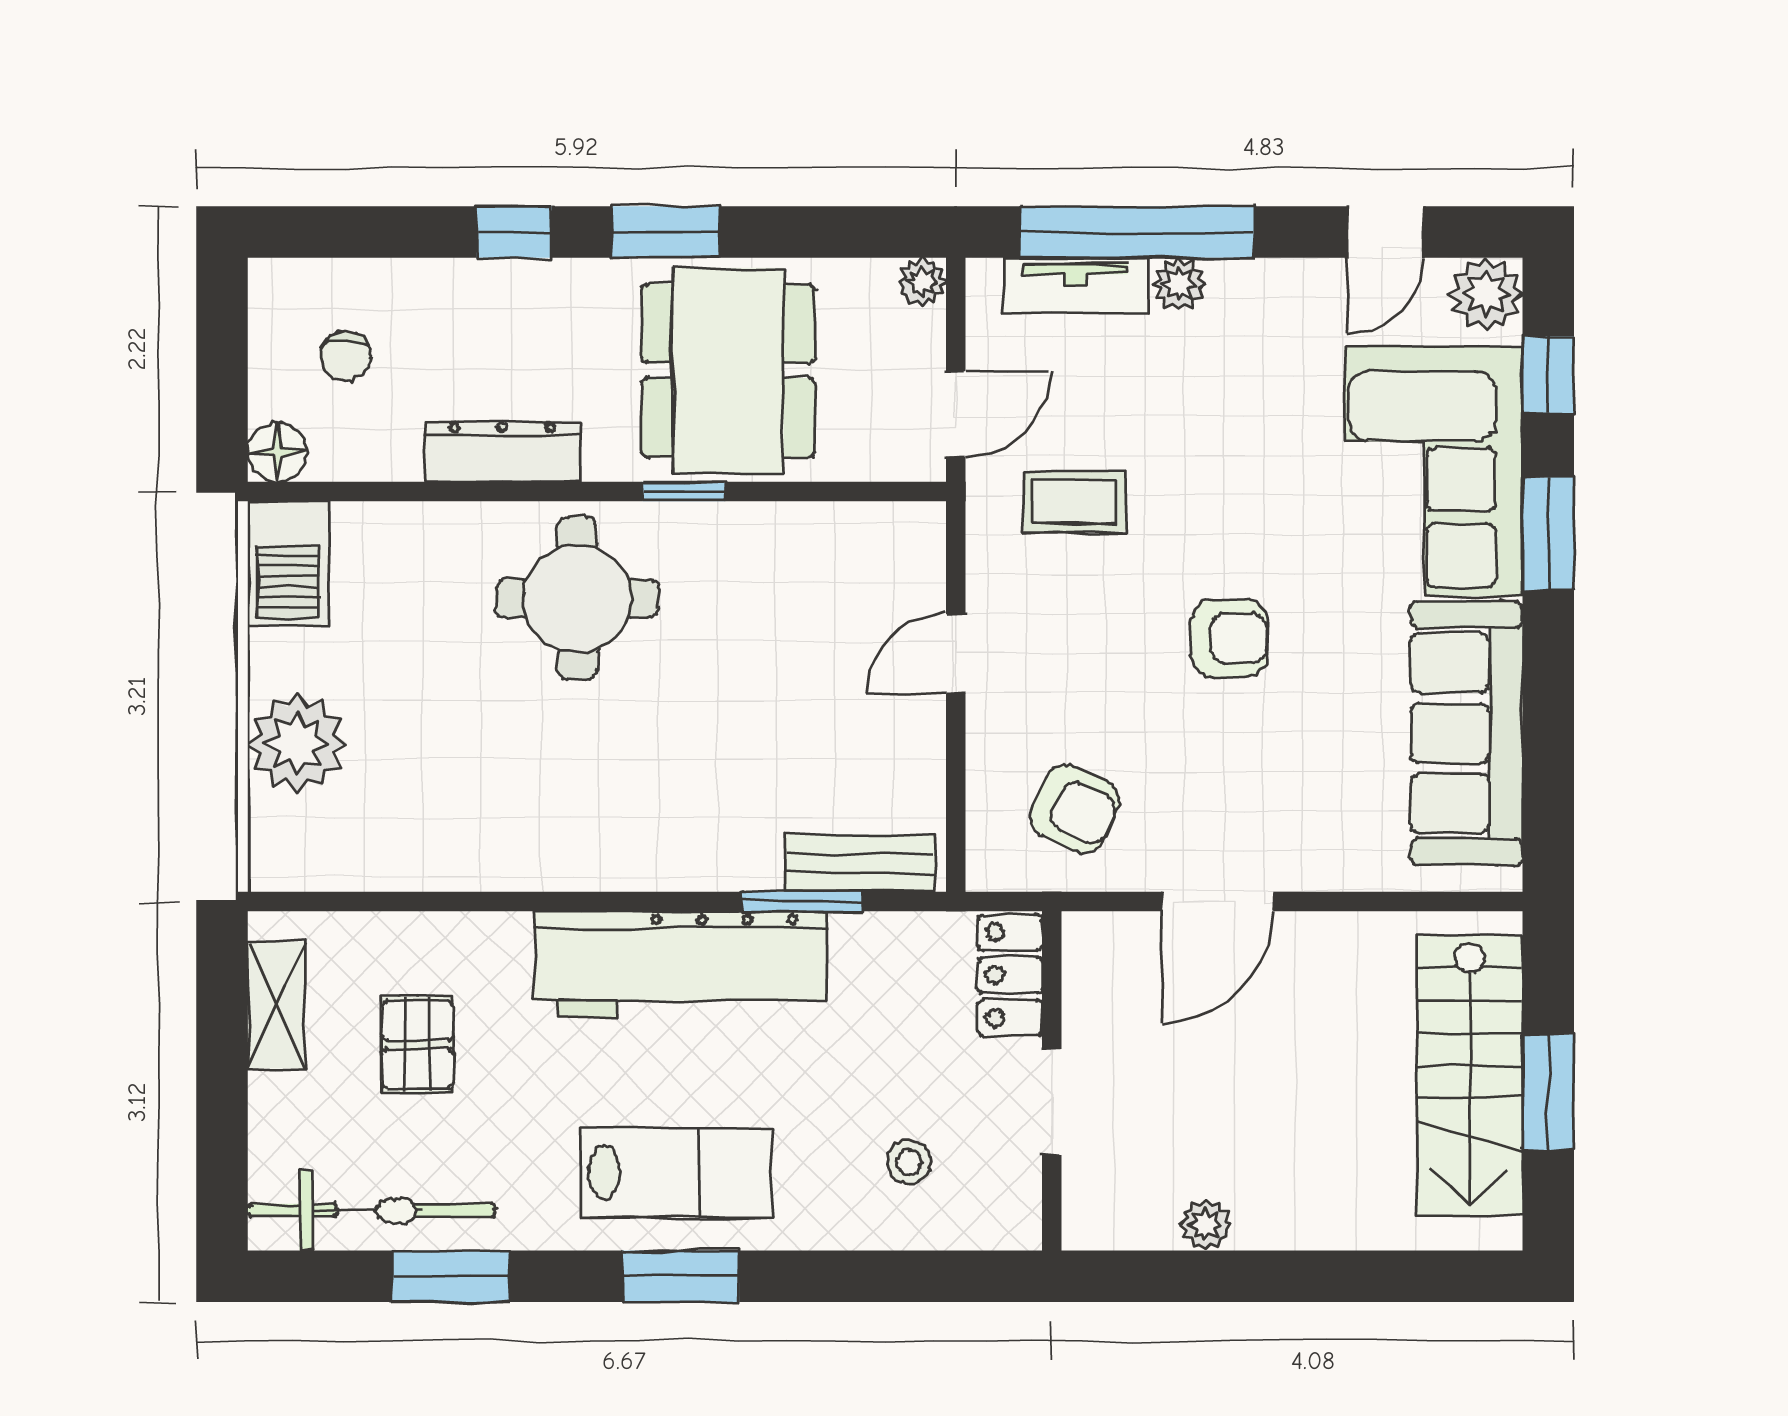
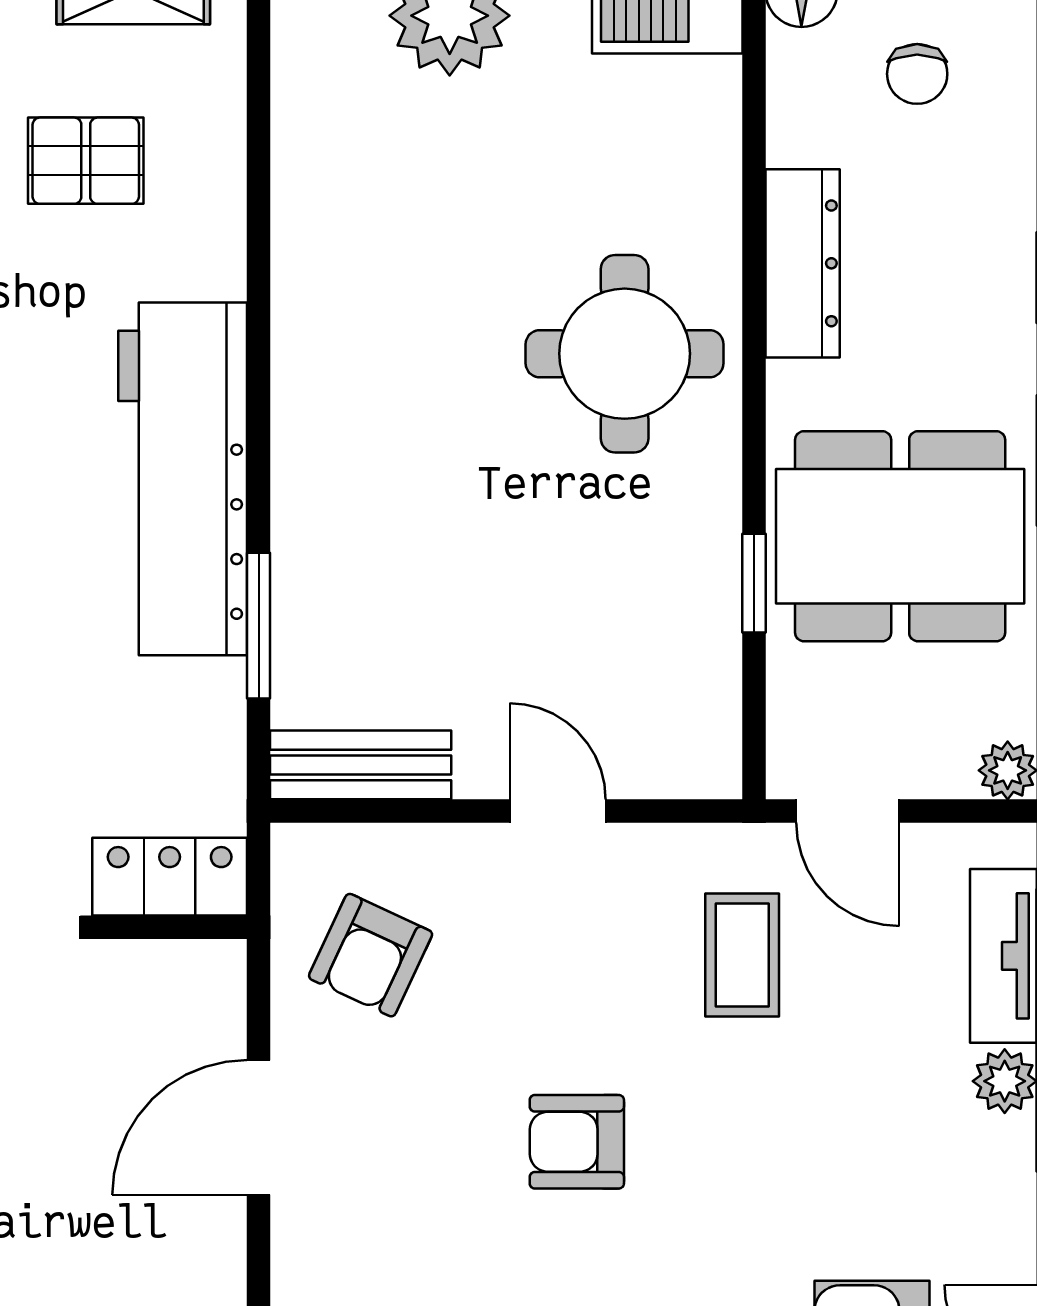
chair: (346, 356) -> (917, 74), turned -90
window: (684, 491) -> (754, 583), moved
armchair: (1229, 638) -> (577, 1142), turned 90
bench: (860, 863) -> (361, 765), moved, turned 90
door: (1218, 901) -> (259, 1128), hinge flipped

